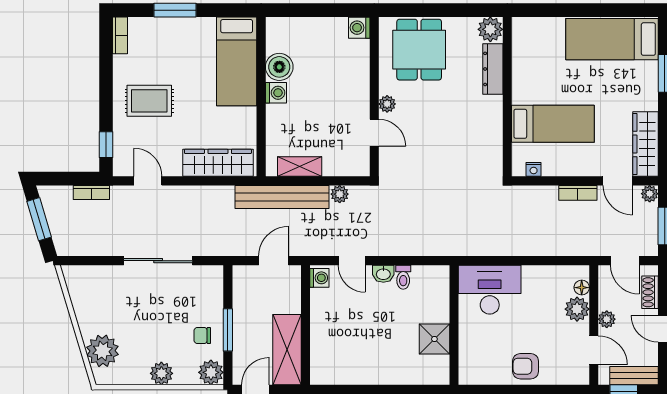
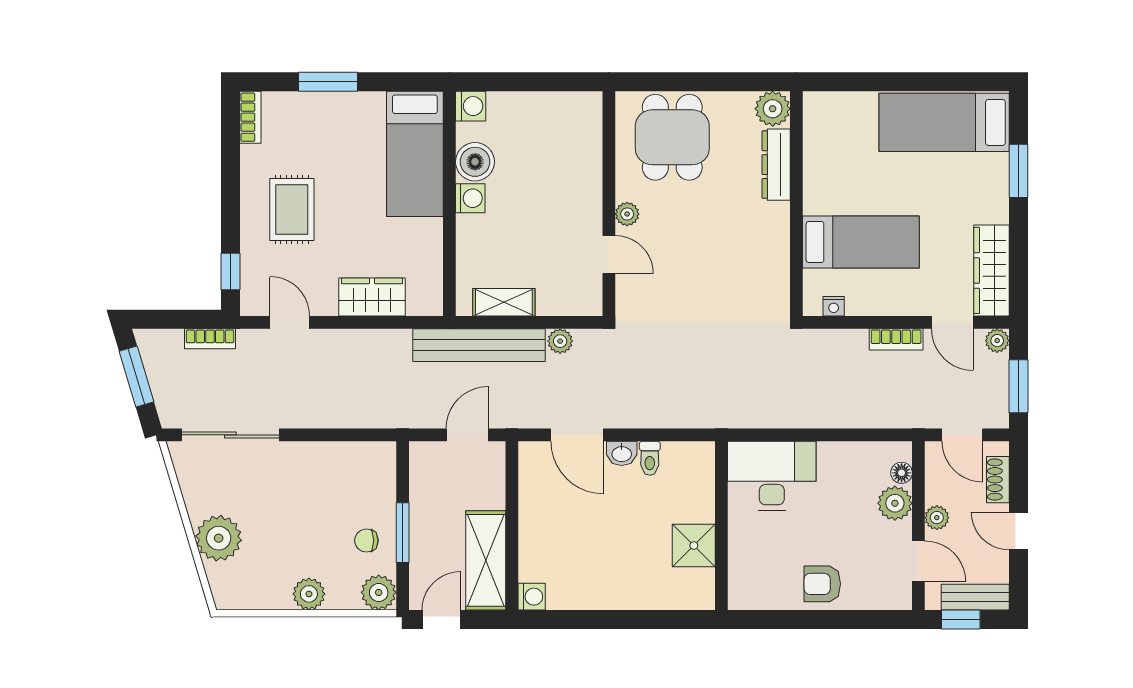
washing machine: (359, 28) -> (471, 106), moved, turned 180
rug: (149, 101) -> (292, 209), turned 90
wardrobe: (218, 163) -> (372, 297), width x0.67
sliding door: (158, 261) -> (230, 435), moved
door: (352, 261) -> (577, 435), width x1.38
washing machine: (319, 278) -> (532, 597), moved
plant: (103, 351) -> (219, 538), moved

